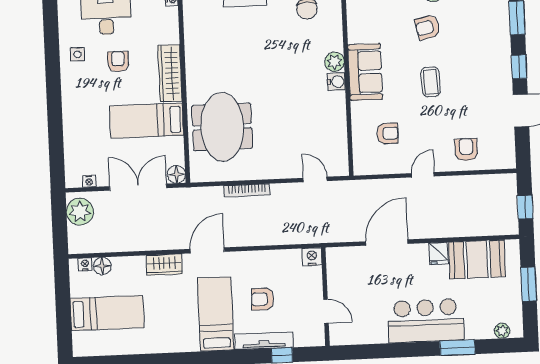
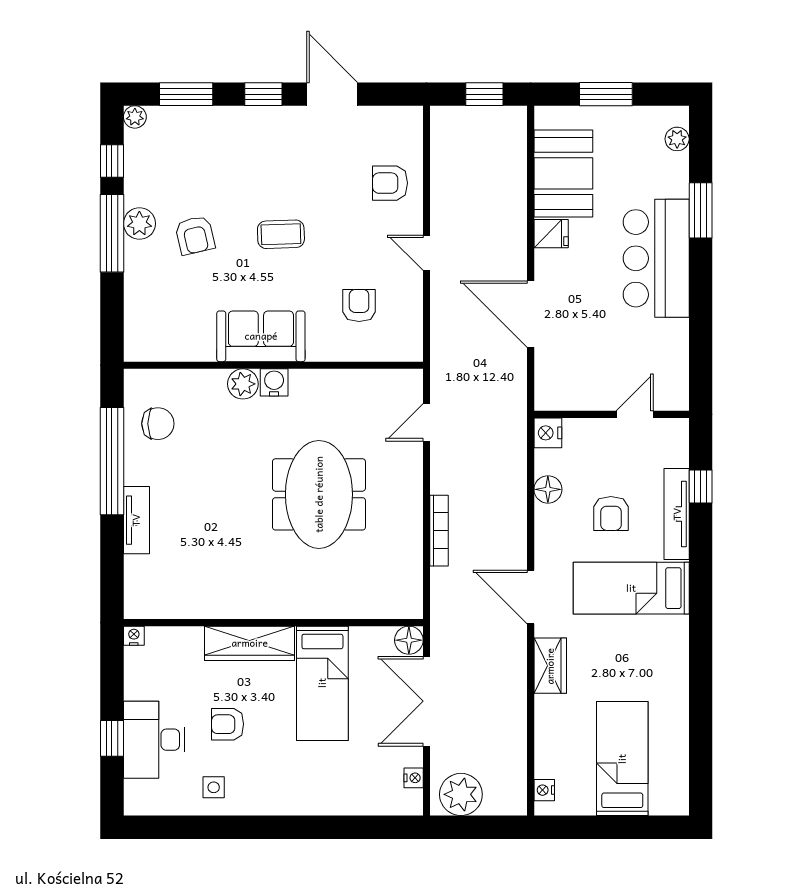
meeting table: (222, 127) -> (319, 494), moved, turned 90
floor lamp: (102, 266) -> (548, 489), moved

